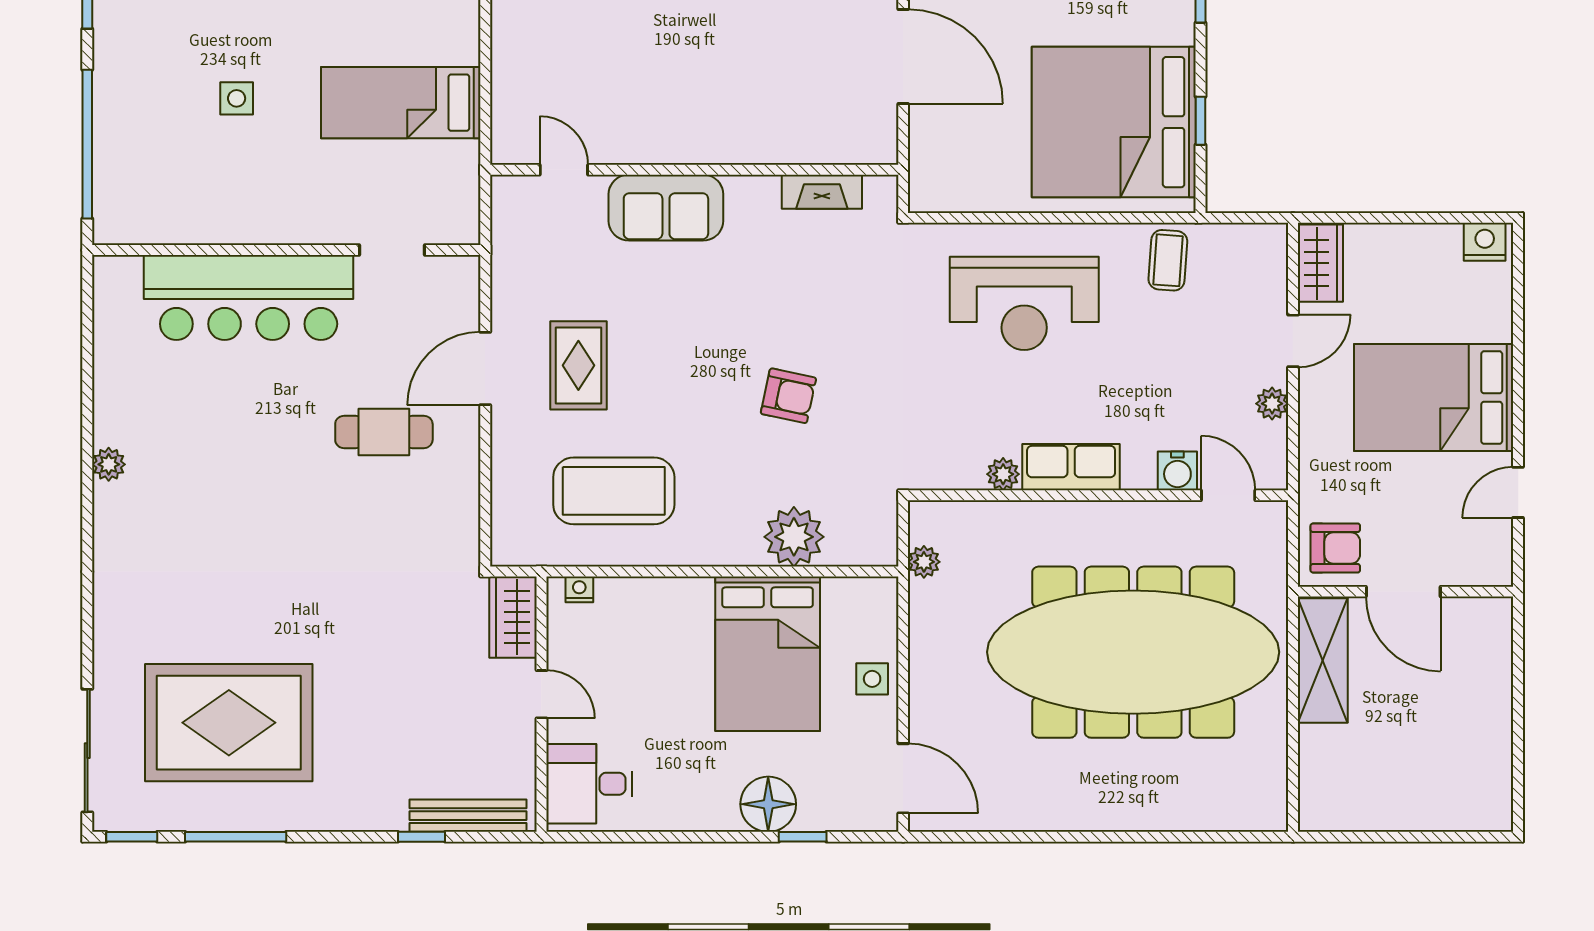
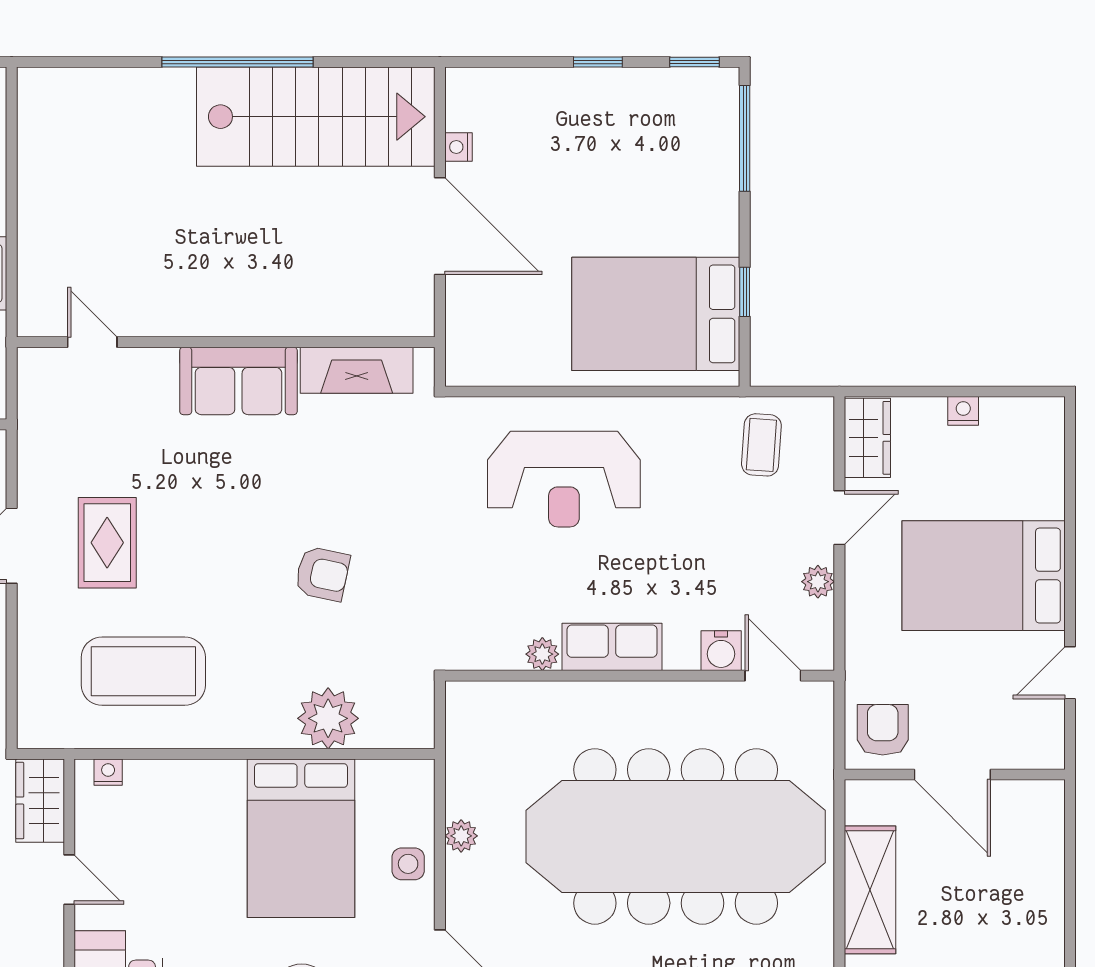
bed: (1114, 122) -> (656, 314), width x0.73
fireplace: (822, 192) -> (357, 370), width x1.37, depth x1.32
sofa: (666, 208) -> (238, 381), moved
nightstand: (1485, 242) -> (963, 411), moved, width x0.72, depth x0.74
coffee table: (1168, 260) -> (761, 445), moved
armchair: (1335, 548) -> (883, 730), turned -90
plant: (924, 562) -> (461, 836), moved
shelving: (1323, 660) -> (870, 890), moved

